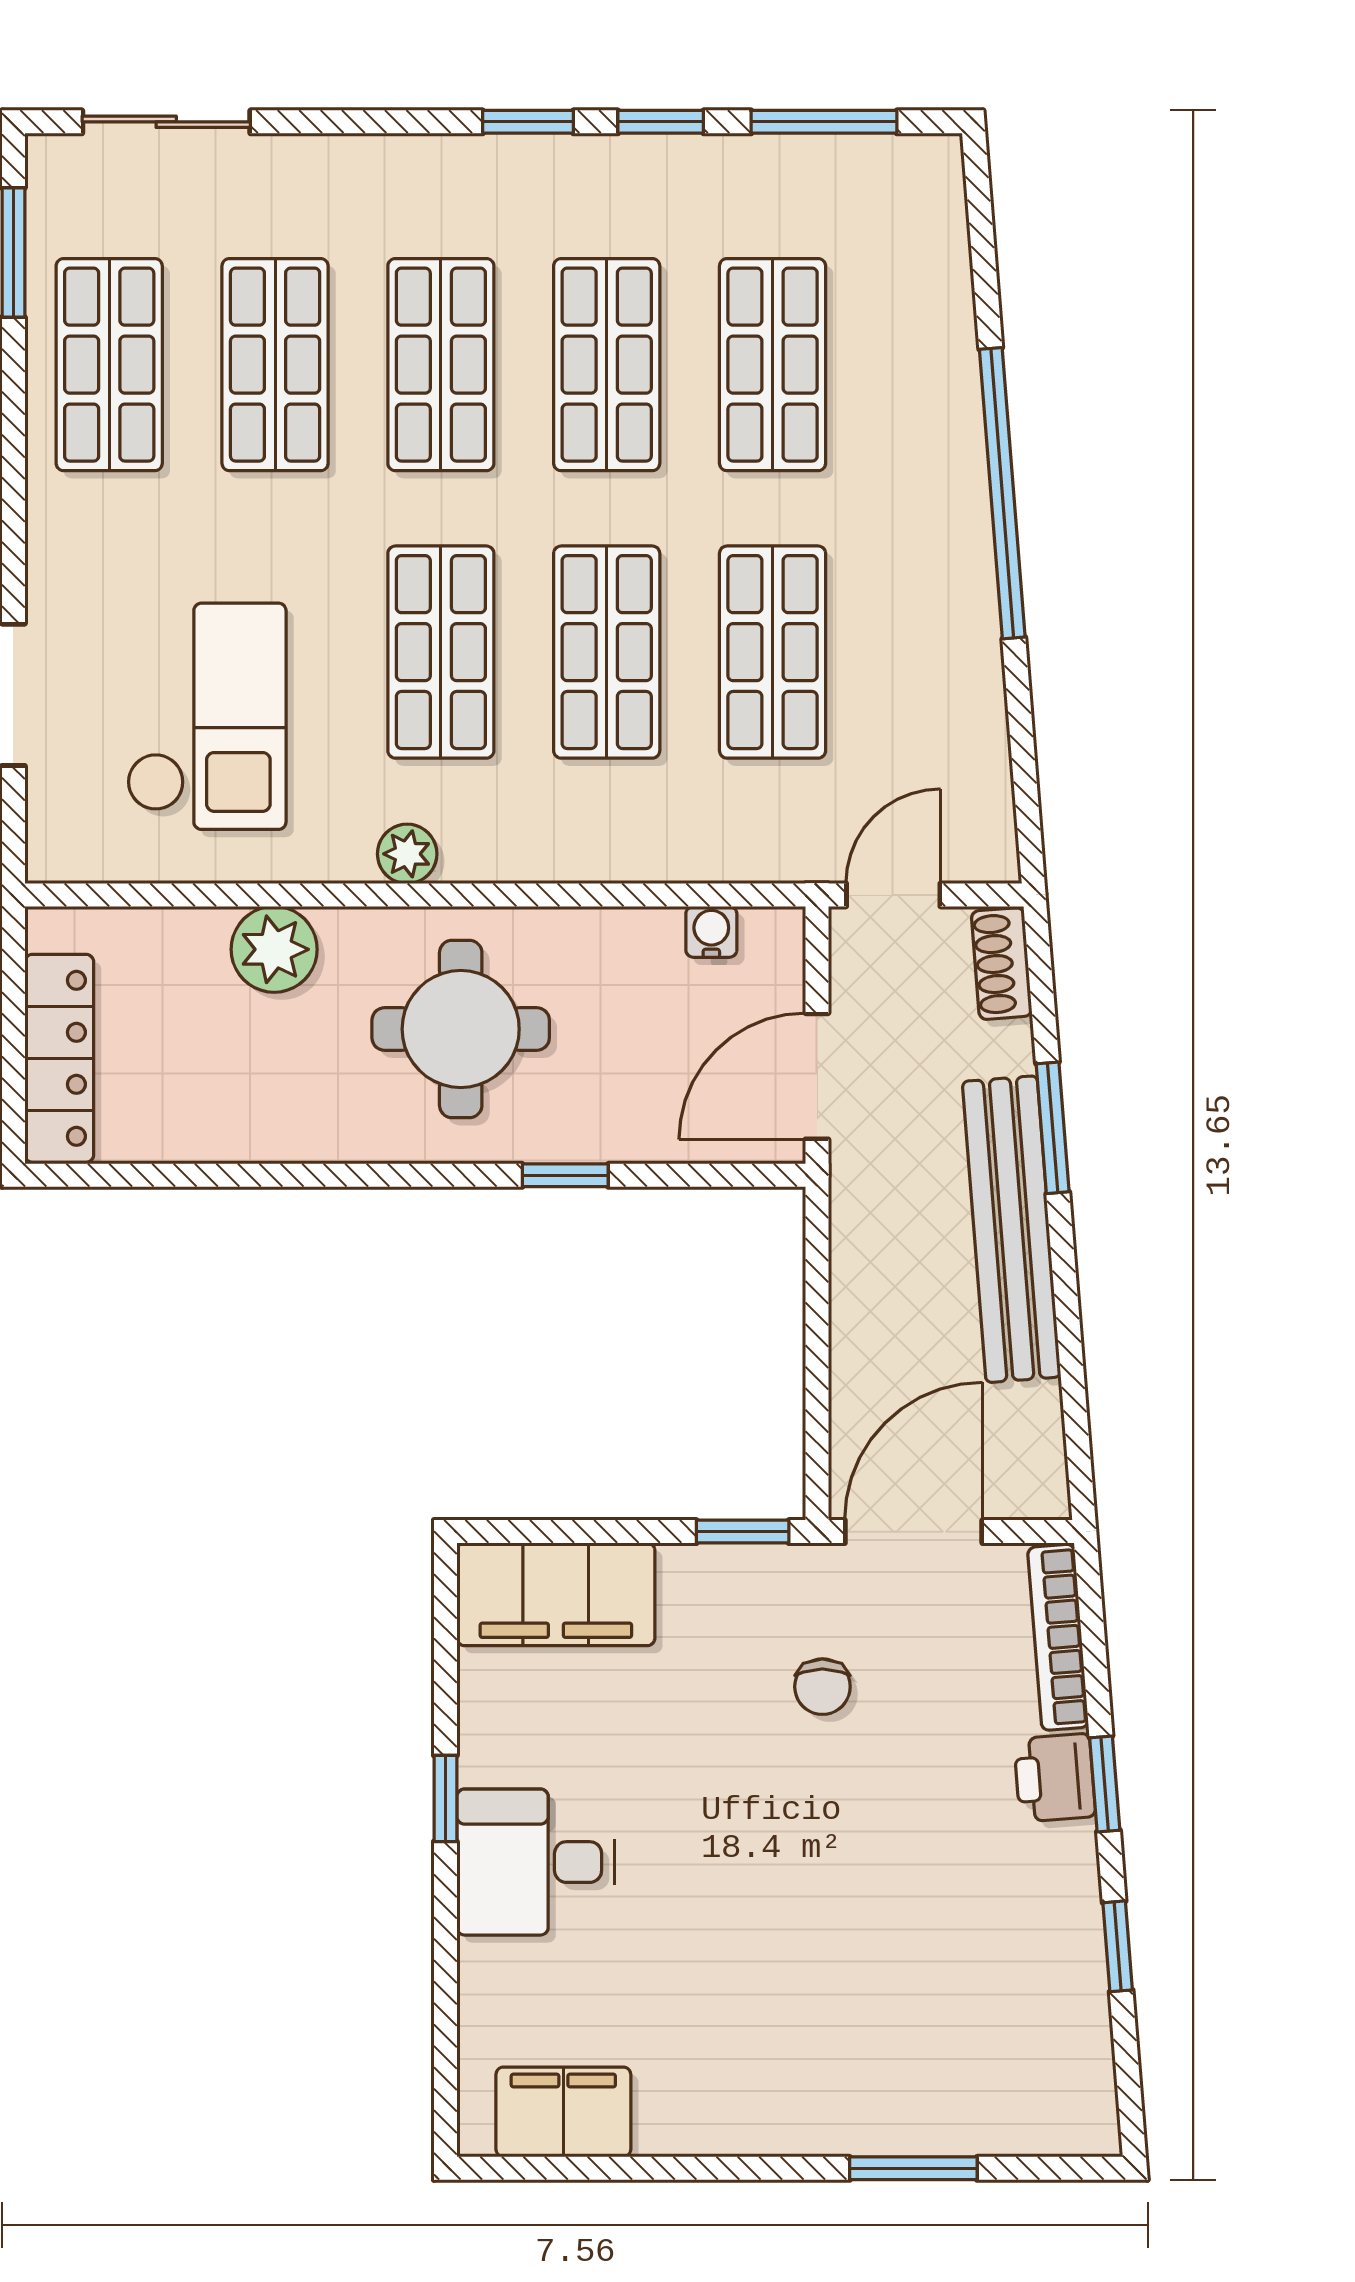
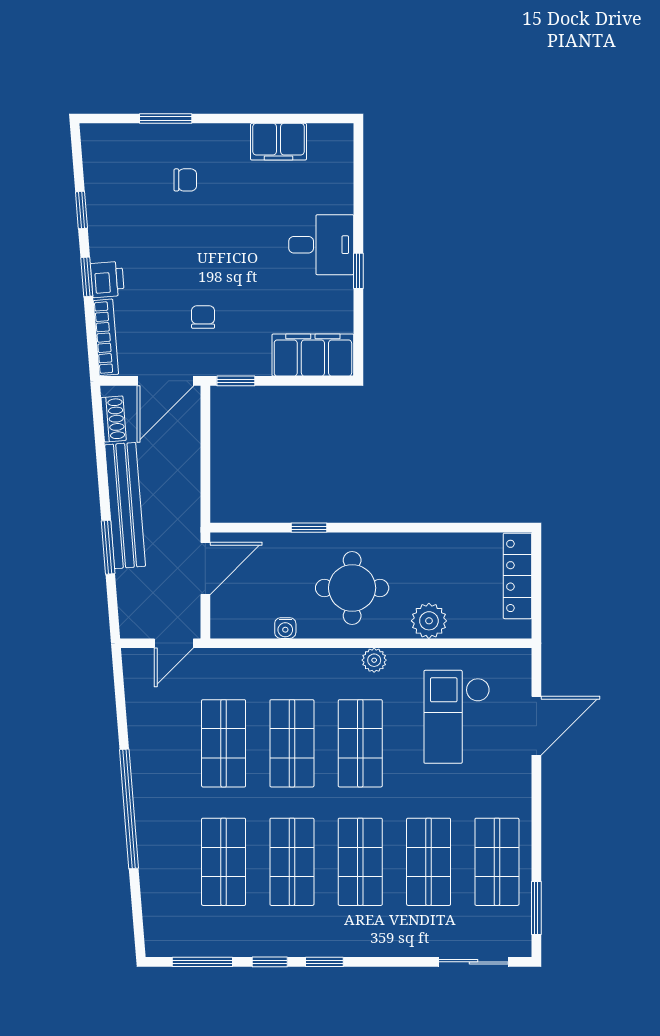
water cooler: (711, 932) -> (285, 628), moved
shoe rack: (1002, 964) -> (114, 419), moved
chair: (865, 2019) -> (185, 180), added
filing cabinet: (563, 2112) -> (278, 142), moved

